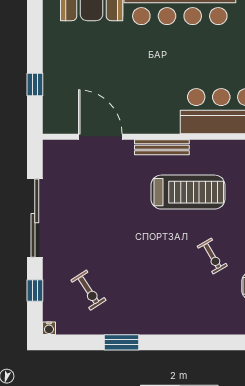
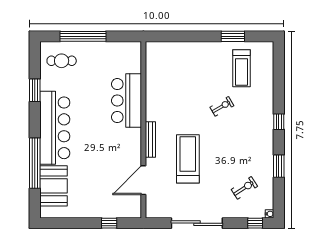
treadmill: (188, 192) -> (188, 159), moved
window: (35, 291) -> (255, 223), moved
window: (189, 342) -> (279, 122), added

